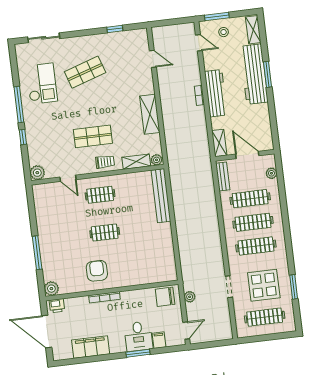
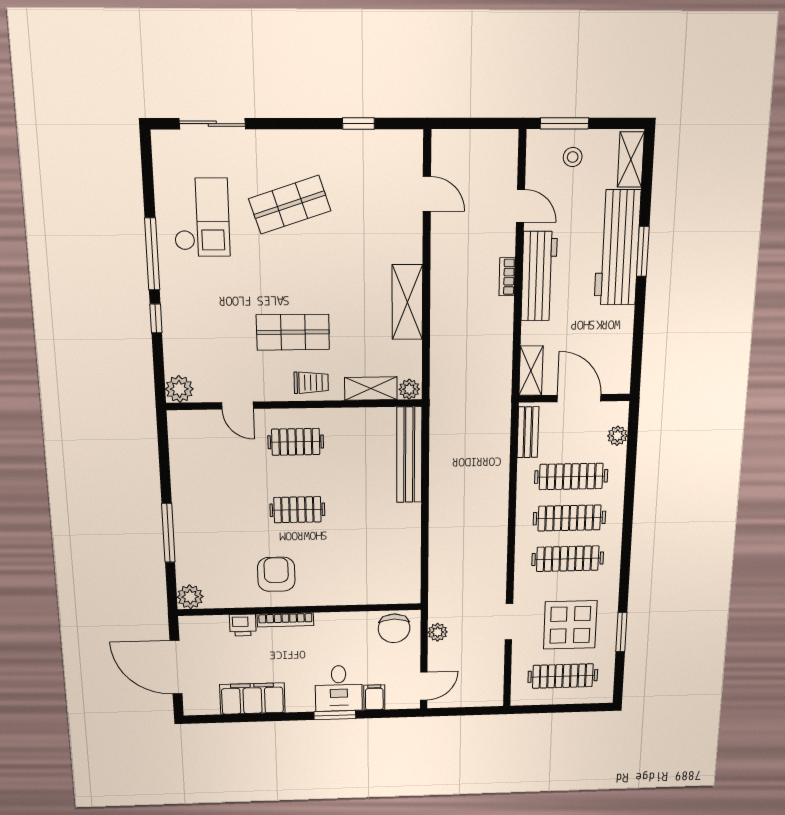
door: (199, 43) -> (520, 206), moved
chair: (165, 297) -> (394, 628), turned -90
printer: (57, 306) -> (243, 625), moved

